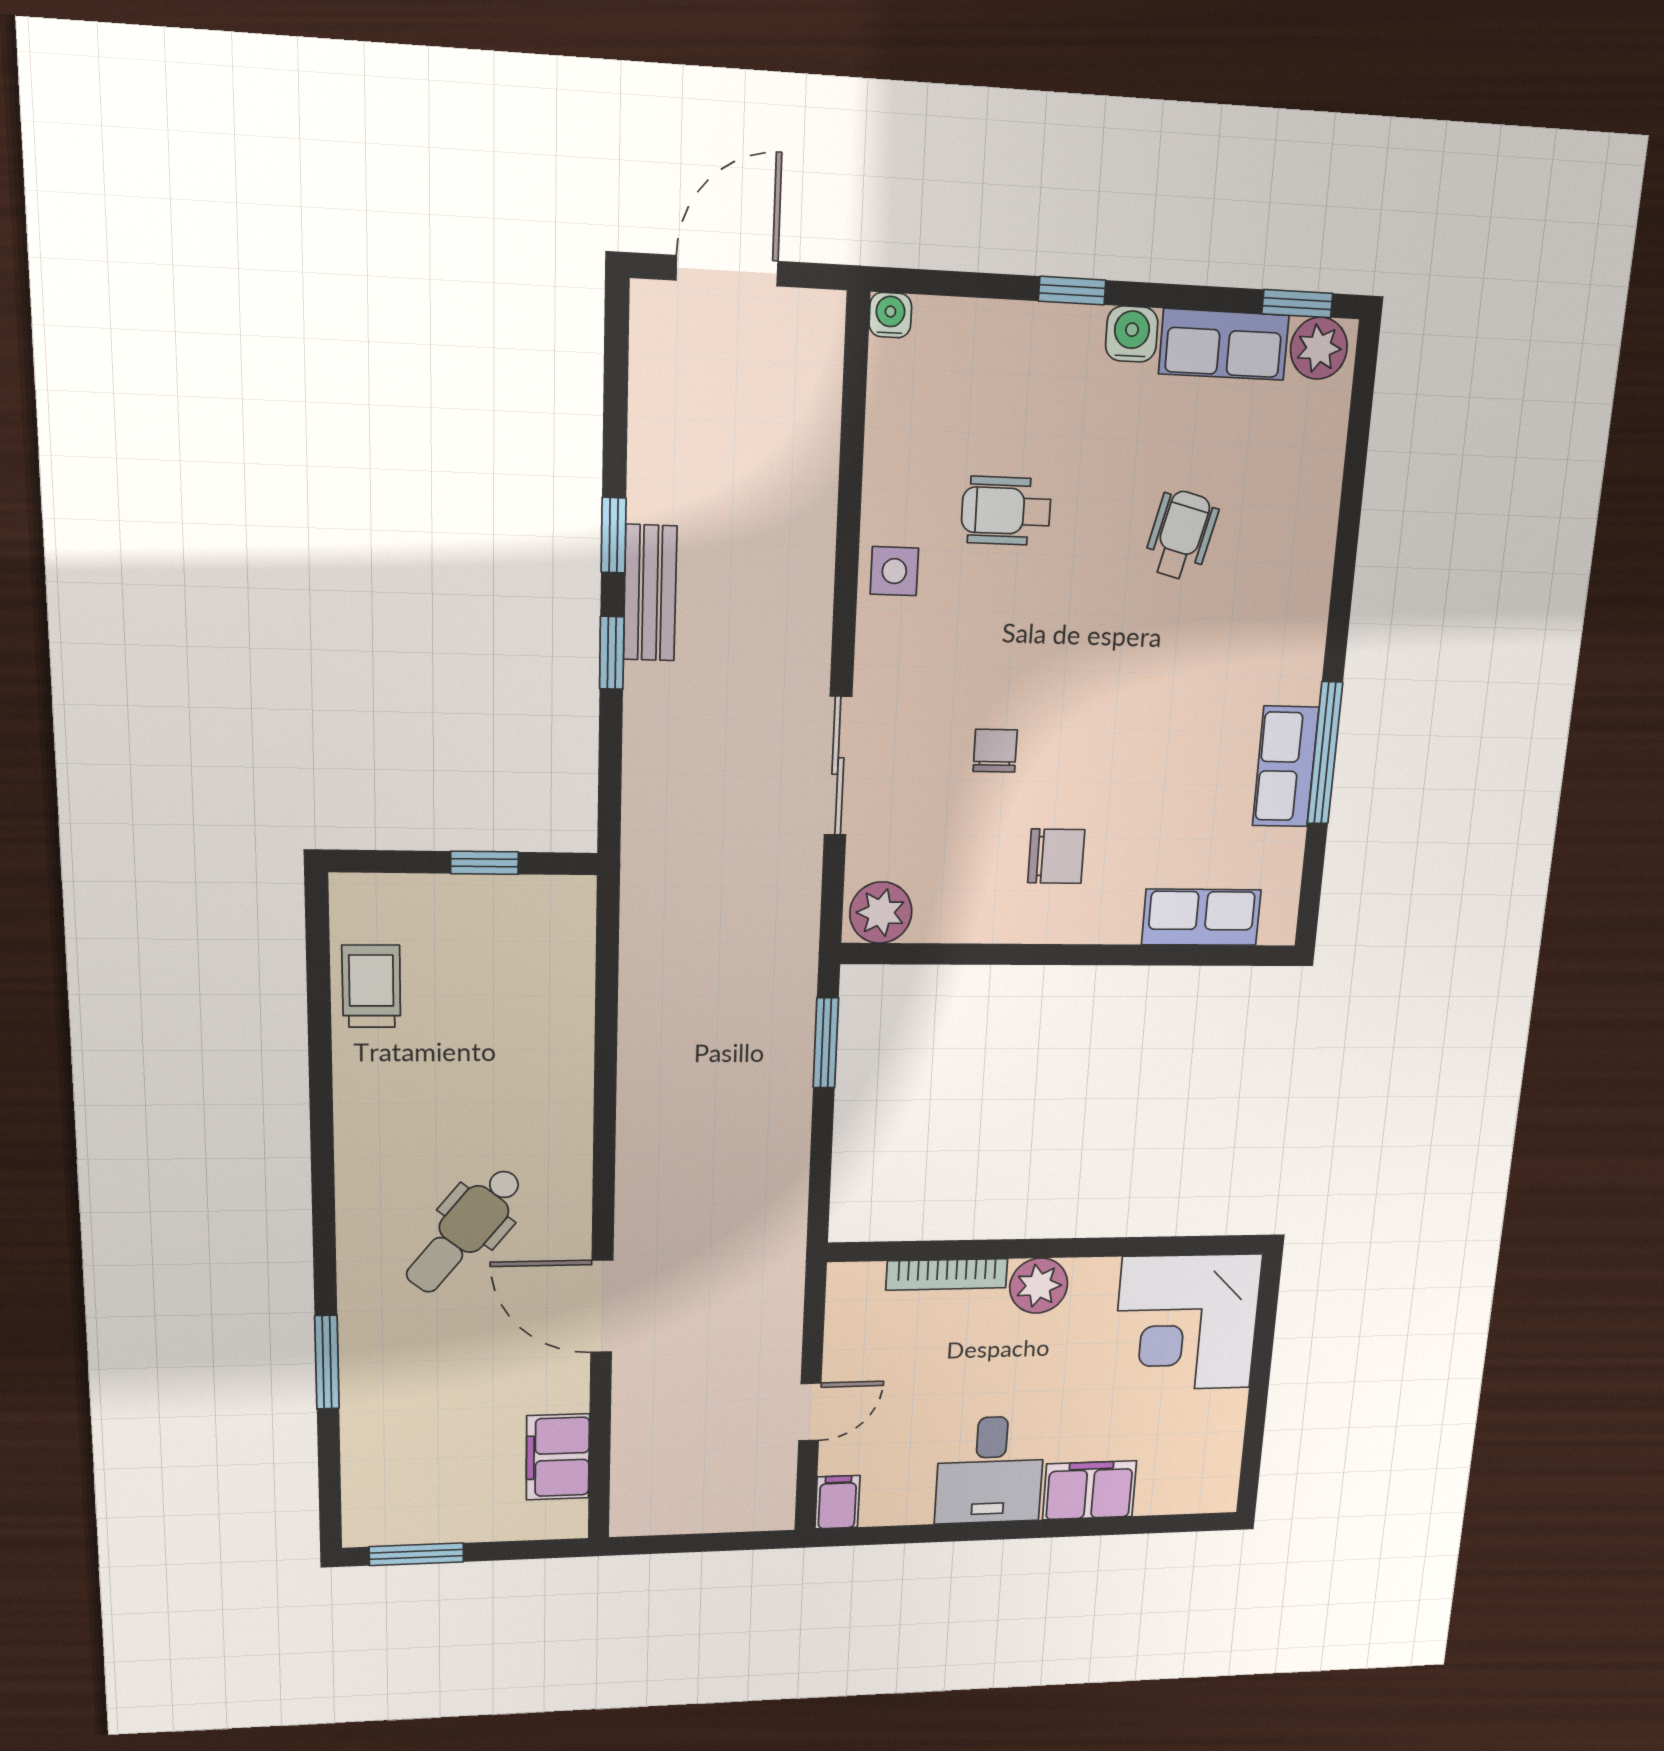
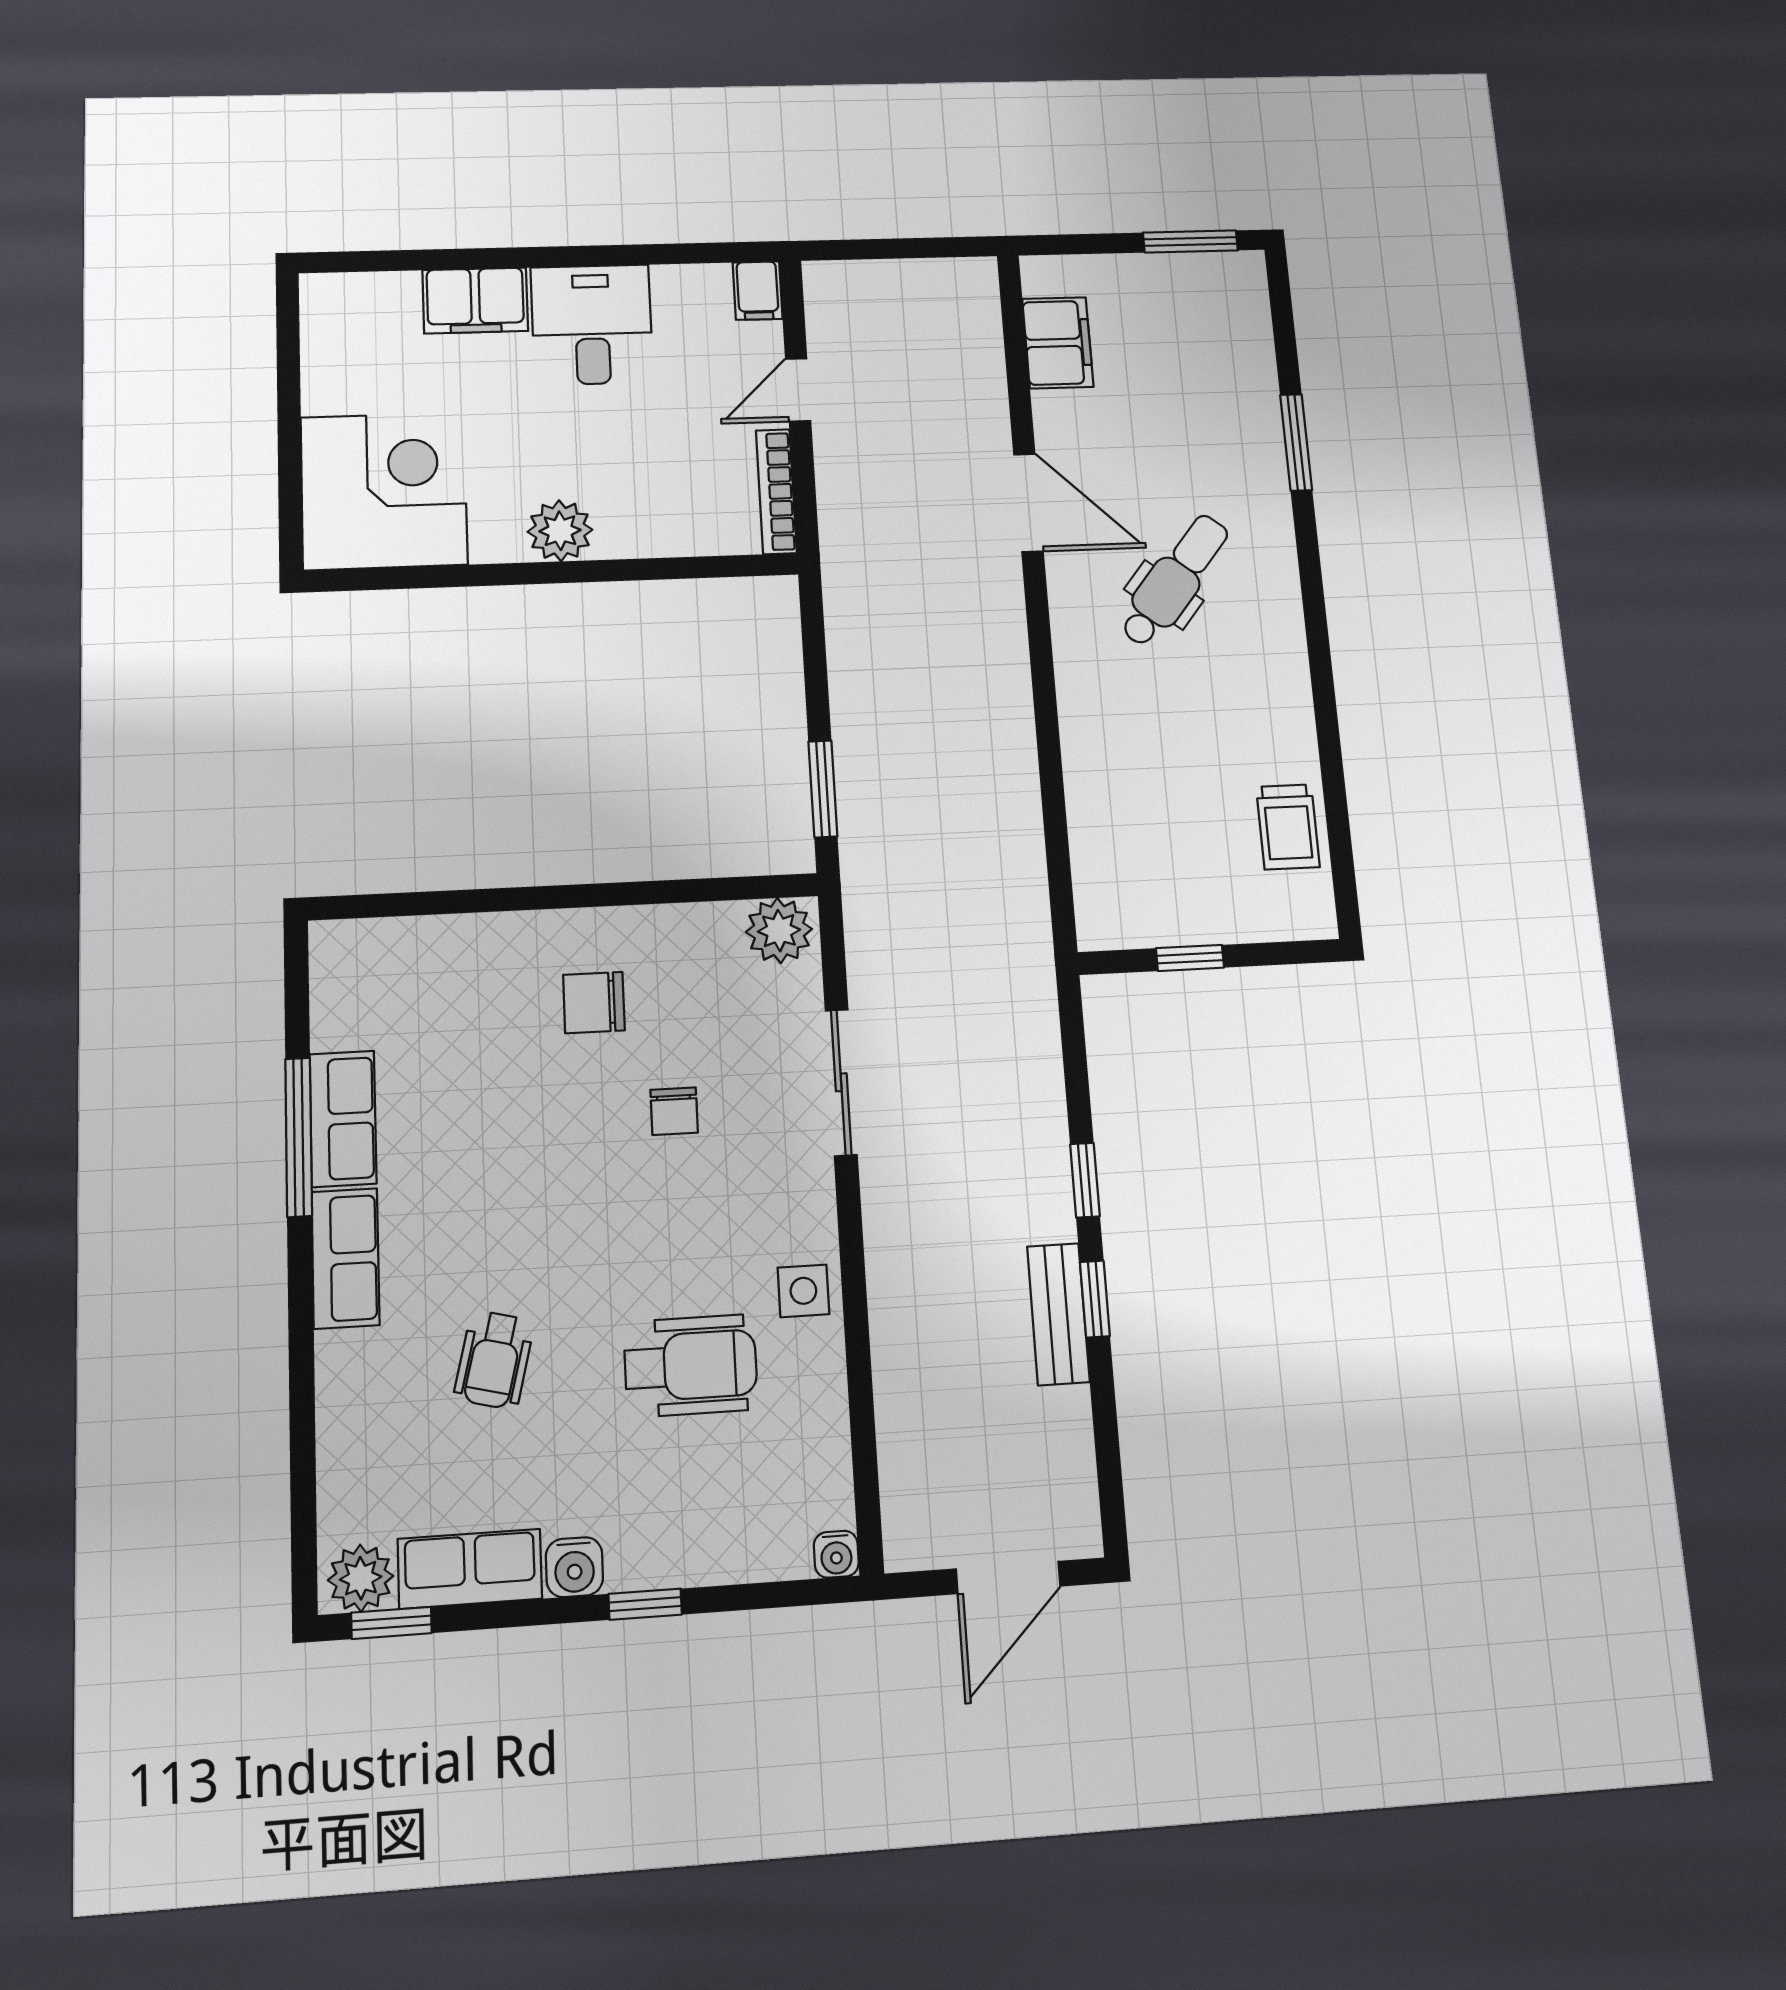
wheelchair: (1006, 511) -> (691, 1366), width x1.36, depth x1.37
bench: (650, 593) -> (1058, 1314), moved
row of seats: (1201, 917) -> (346, 1258), moved, turned -90
bookcase: (947, 1274) -> (776, 491), moved, turned -90

